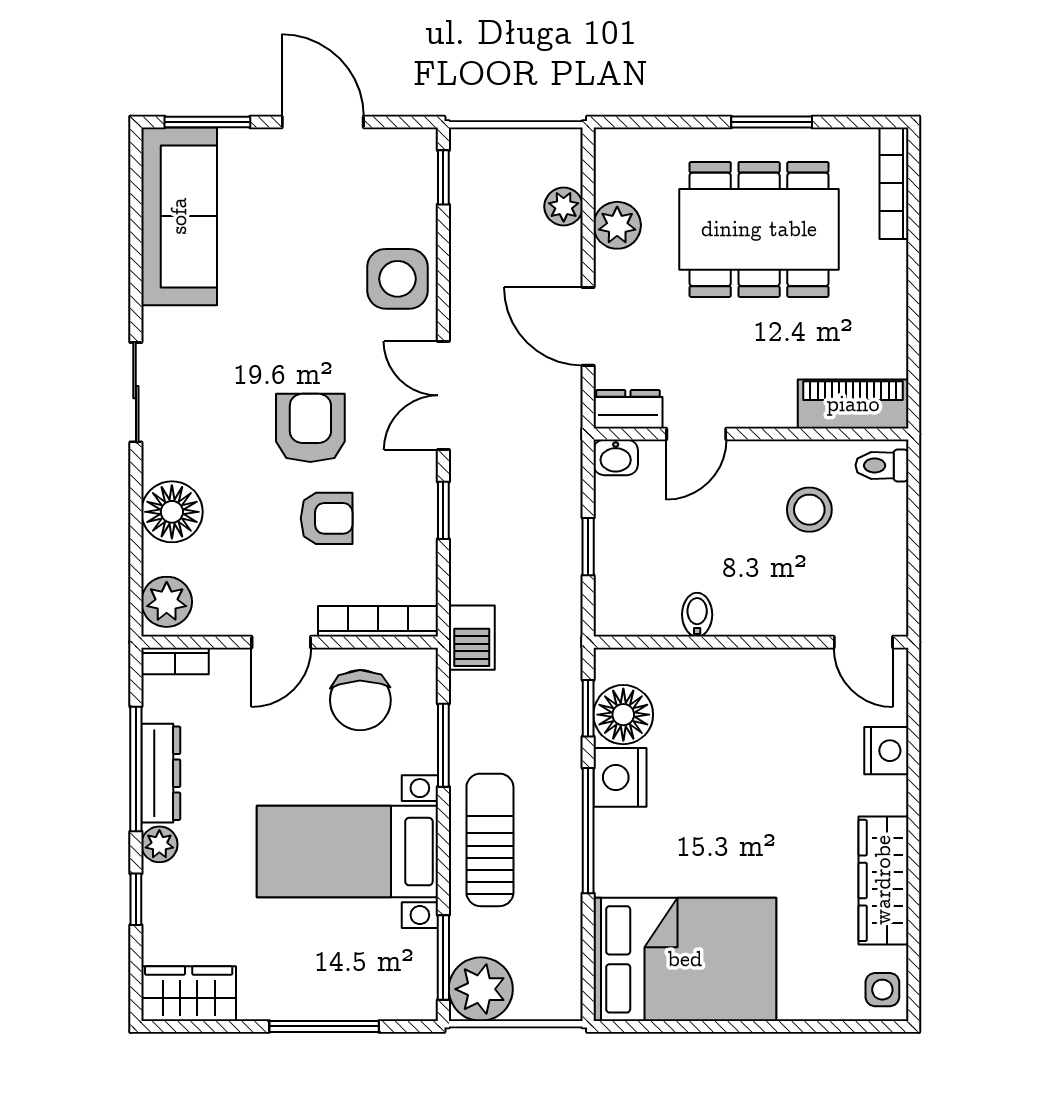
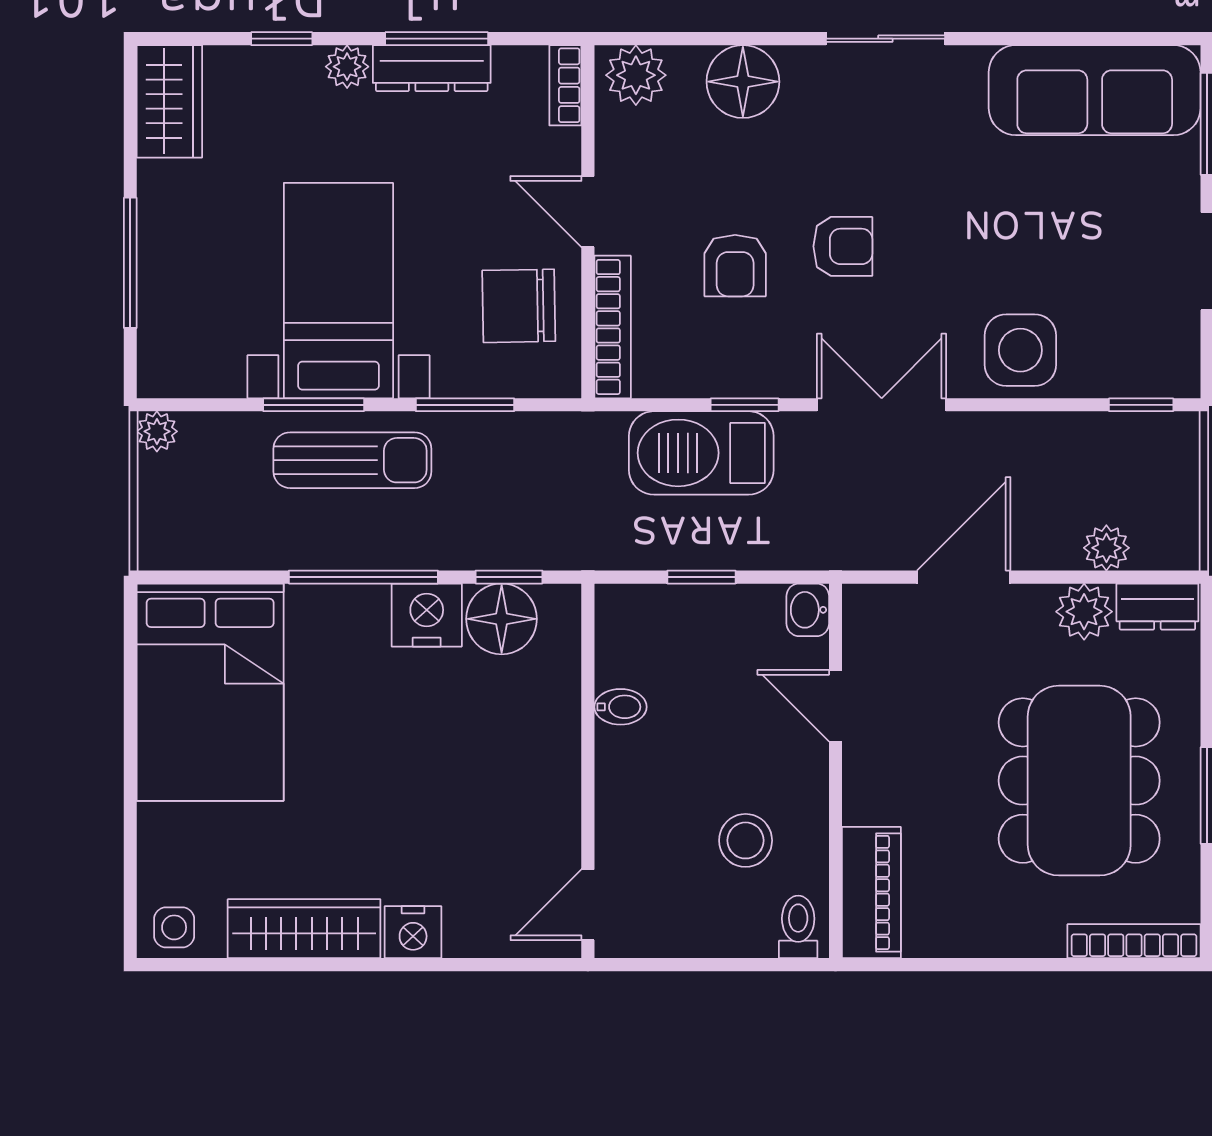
dresser: (628, 409) -> (1157, 607), moved, turned 90
armchair: (310, 428) -> (843, 246), width x0.72, depth x0.72
barbecue: (472, 638) -> (701, 453), moved, width x1.88, depth x1.53
nightstand: (886, 751) -> (413, 932), moved
window: (136, 769) -> (437, 39), width x0.69
window: (443, 958) -> (314, 405), moved
plant: (481, 989) -> (157, 431), width x0.53, depth x0.53

